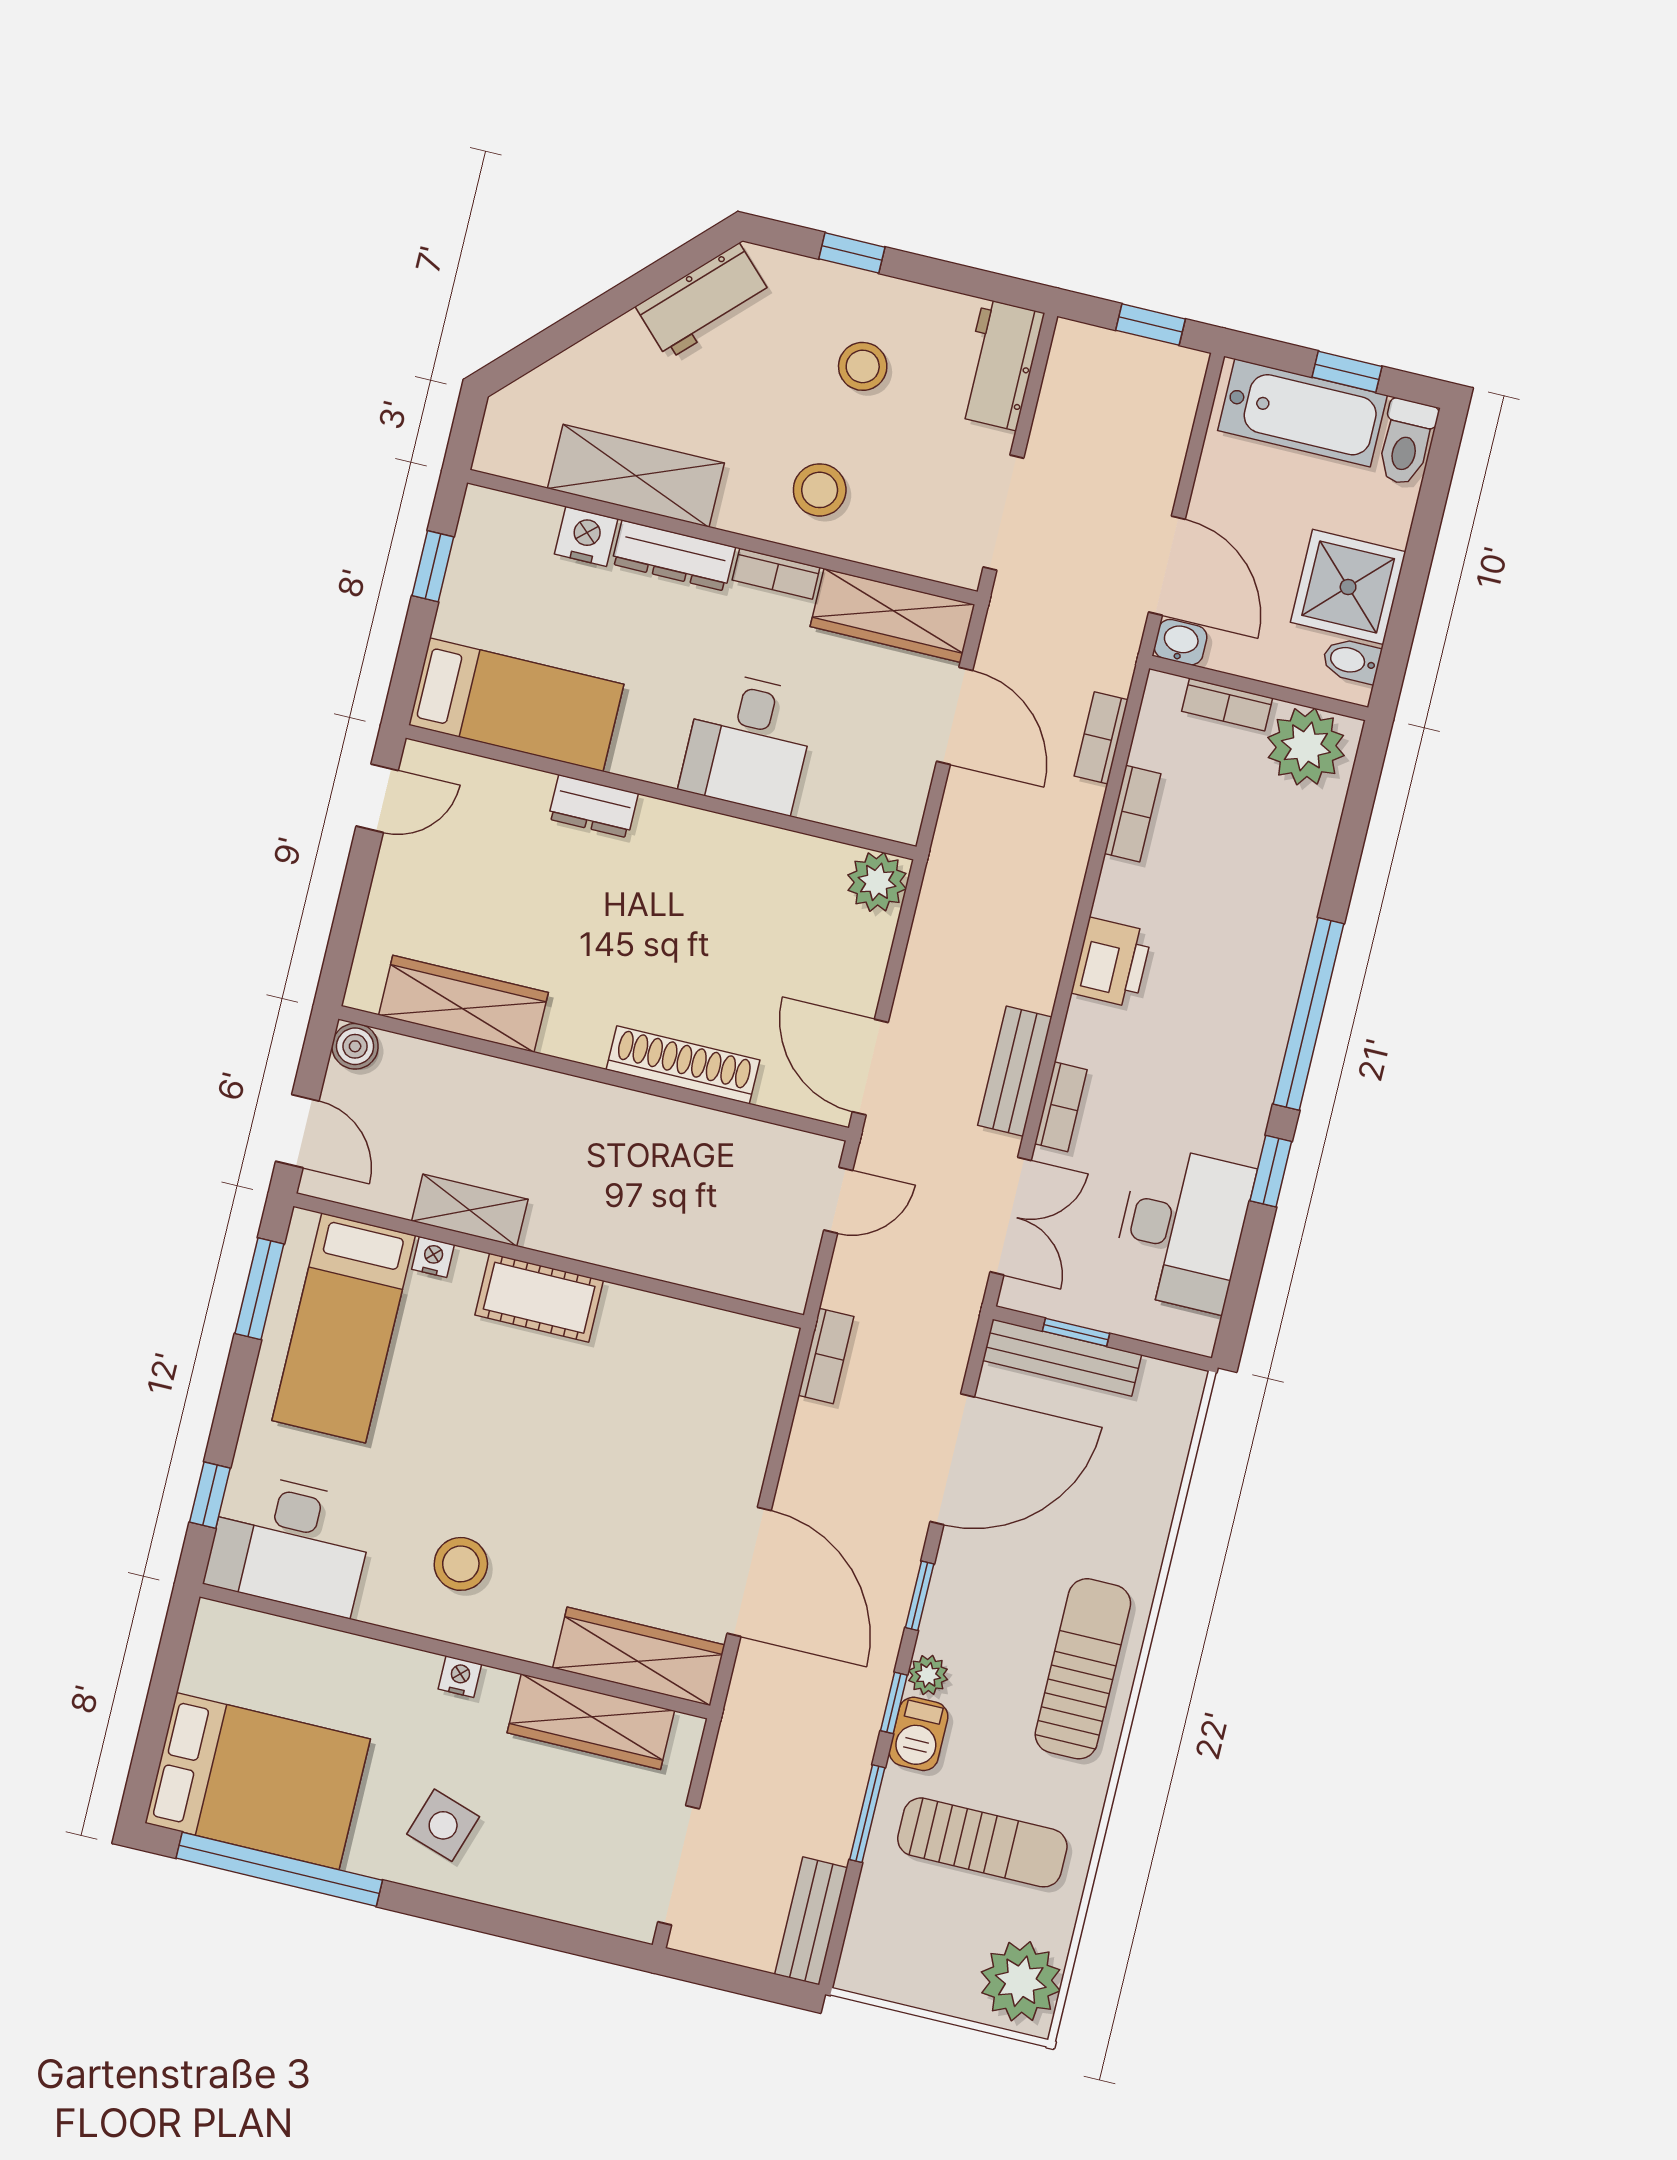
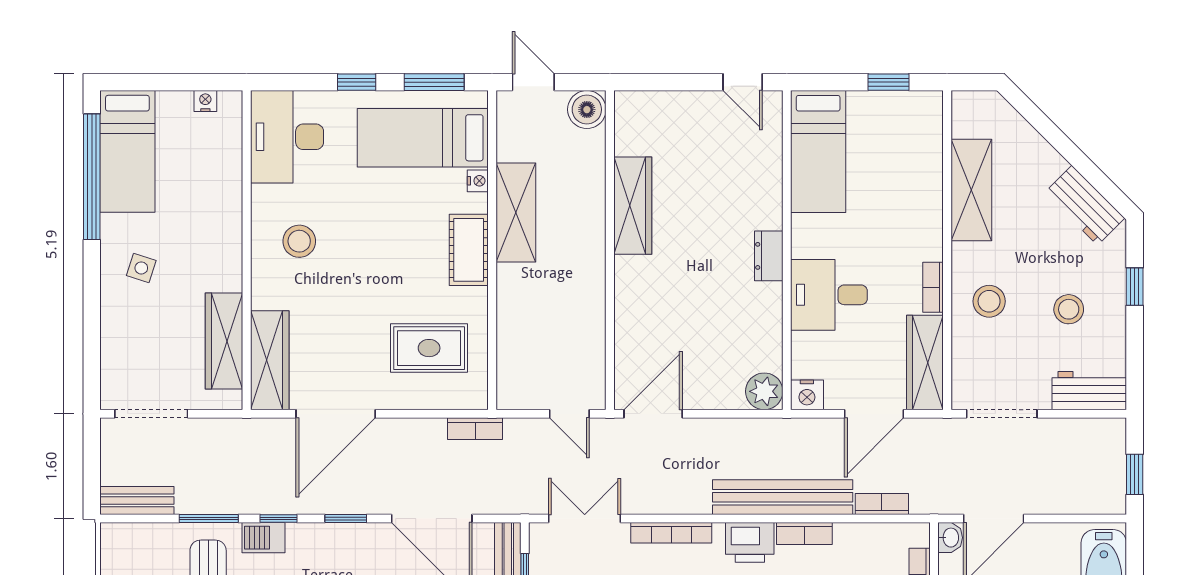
nightstand: (586, 536) -> (807, 395), moved, turned 90
dresser: (674, 556) -> (929, 224), removed
dresser: (593, 806) -> (769, 256), moved
bookcase: (1133, 814) -> (804, 534), moved
wardrobe: (463, 1004) -> (633, 206), moved
boiler: (355, 1046) -> (587, 110), width x1.36, depth x1.36
shoe rack: (683, 1065) -> (628, 302), removed
bench: (1015, 1071) -> (783, 497), moved, width x1.86, depth x1.21
bookcase: (1061, 1107) -> (671, 533), width x1.56
door: (297, 1131) -> (533, 82), swing flipped
shelving: (470, 1210) -> (516, 213), width x1.50, depth x1.33
double door: (1011, 1216) -> (585, 519), swing flipped
rug: (680, 1398) -> (429, 348), added
window: (210, 1495) -> (357, 82), moved
plant: (928, 1675) -> (300, 535), removed
nightstand: (460, 1677) -> (205, 101), moved, turned -90
bed: (258, 1781) -> (127, 151), width x0.67
side table: (443, 1825) -> (141, 268), width x0.73, depth x0.73

